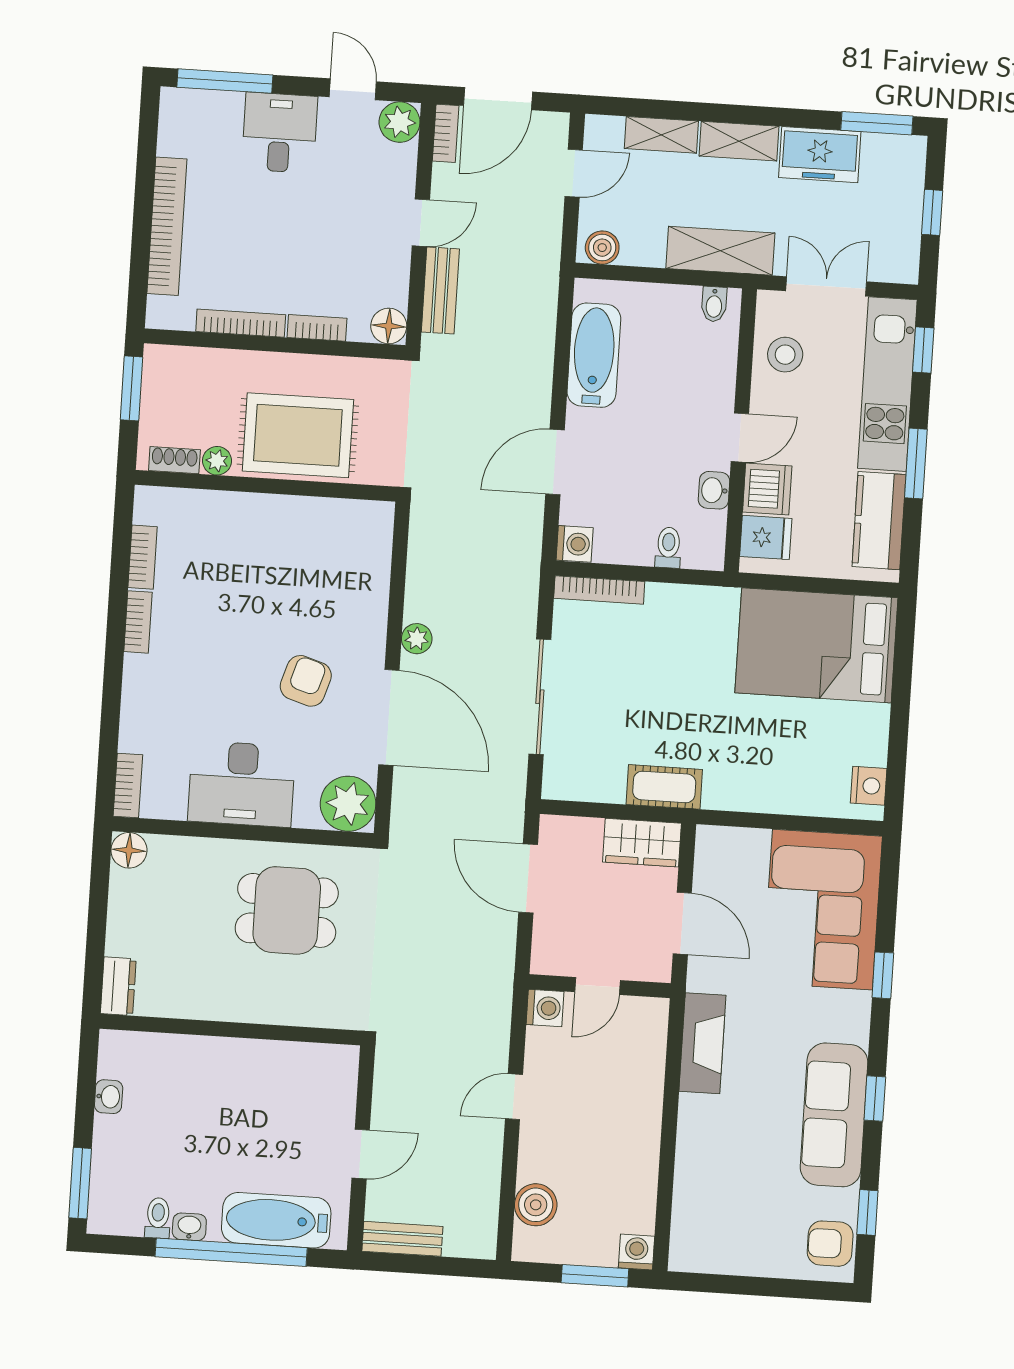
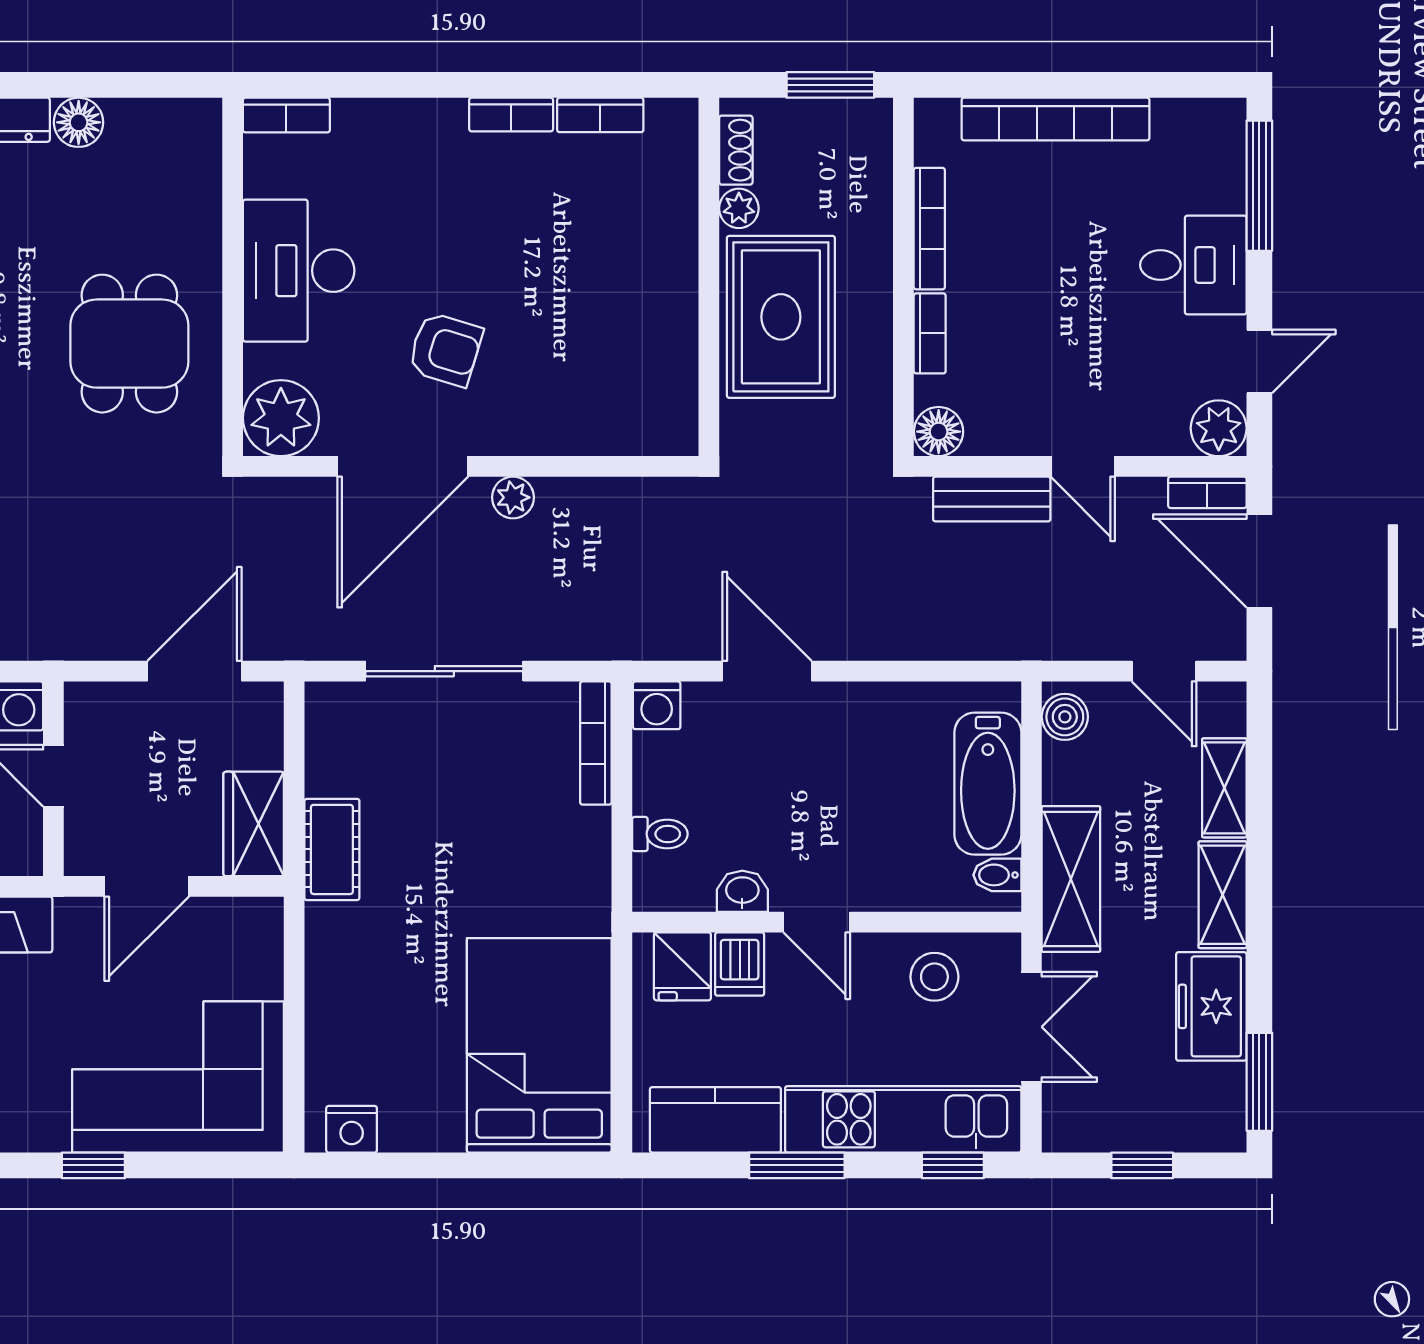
bathtub: (594, 355) -> (988, 784), moved, turned 90
dishwasher: (767, 489) -> (740, 964), width x0.73
floor lamp: (129, 850) -> (79, 122), moved

